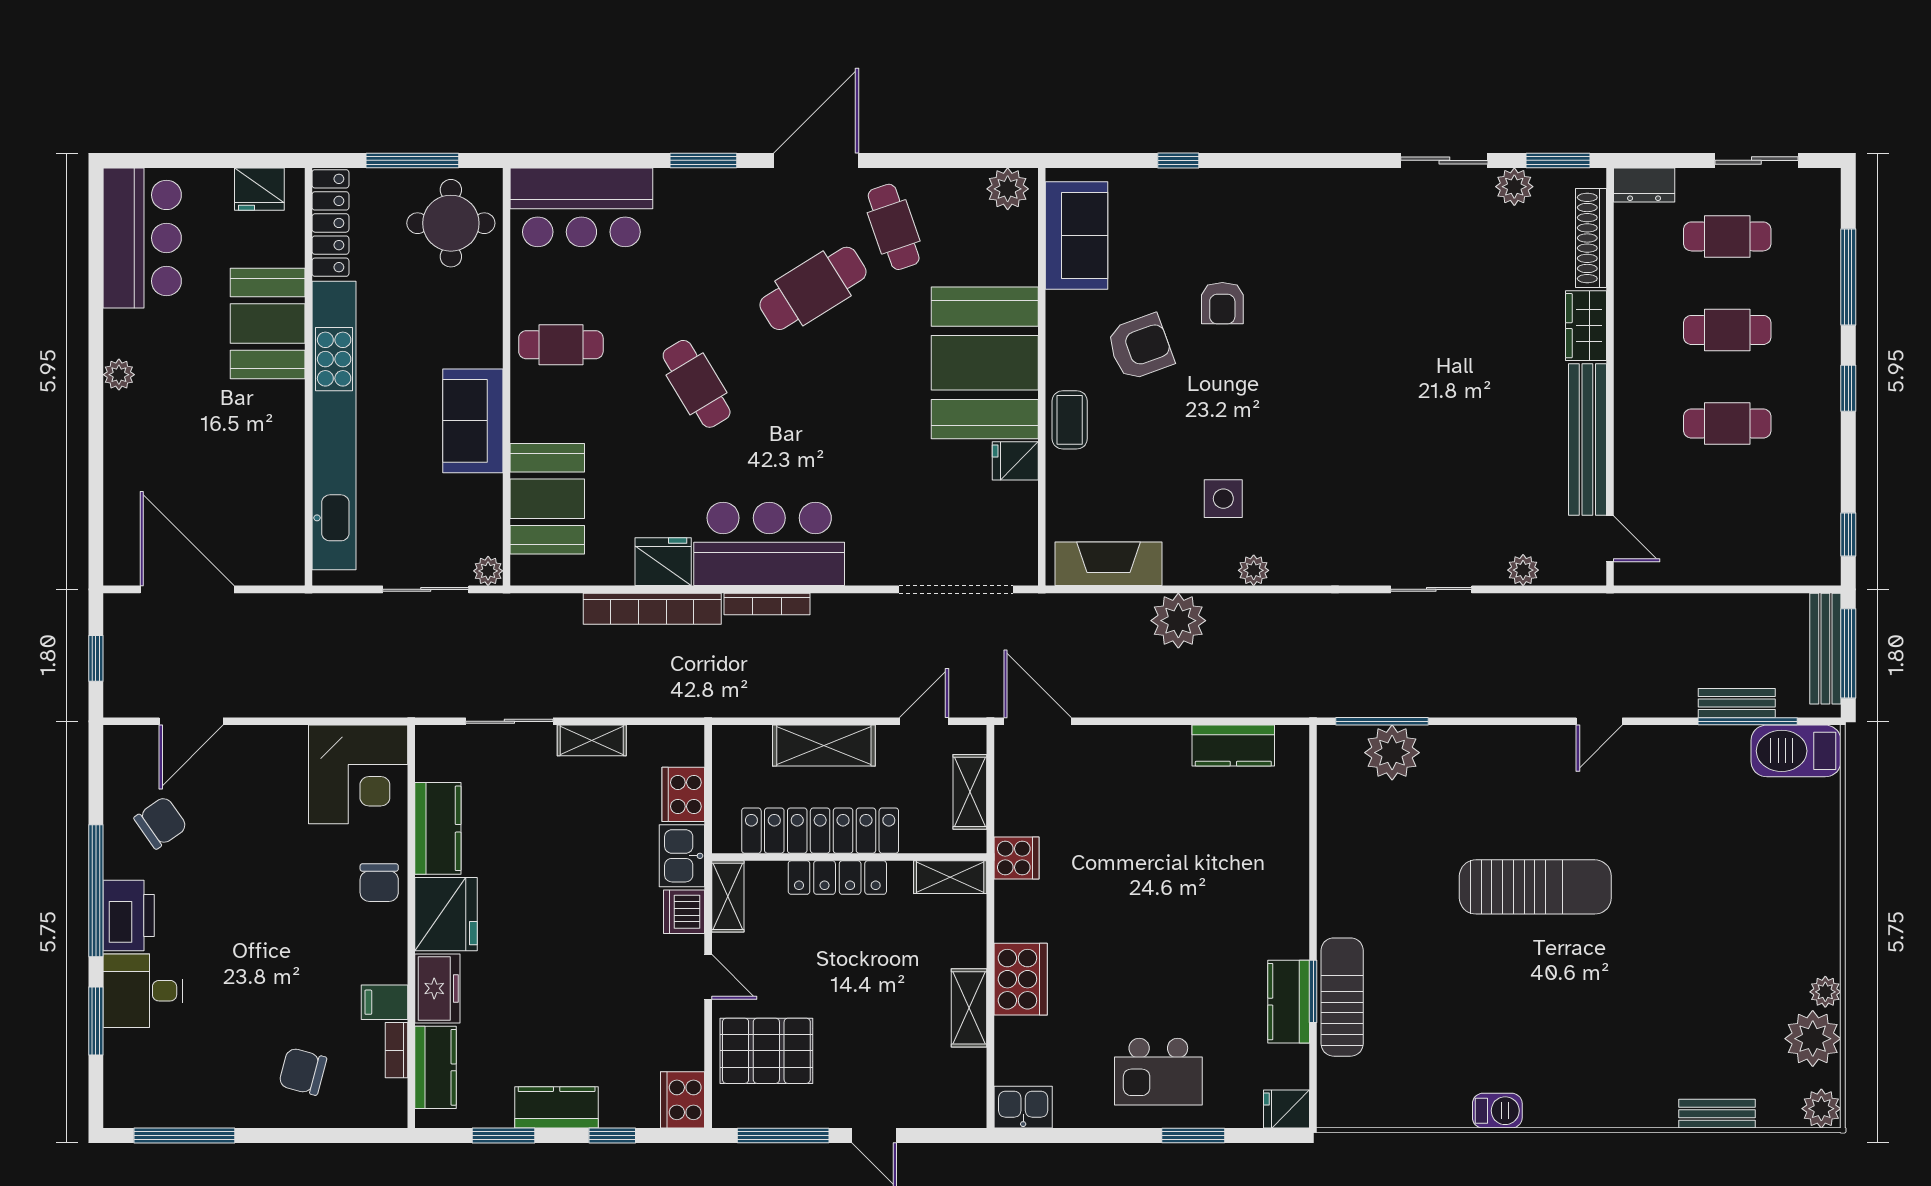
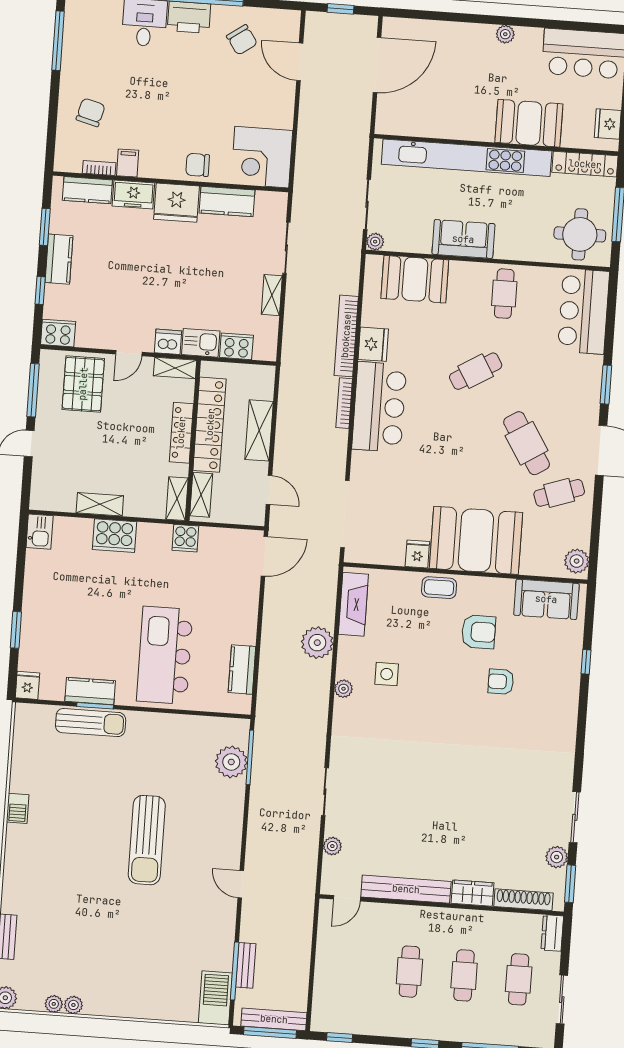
armchair: (1140, 347) -> (479, 632), turned -70
shelving: (970, 792) -> (201, 495), moved, turned 90
plant: (1813, 1039) -> (54, 1004), width x0.53, depth x0.53
kitchen island: (1158, 1072) -> (165, 655), moved, width x1.87, depth x1.28

